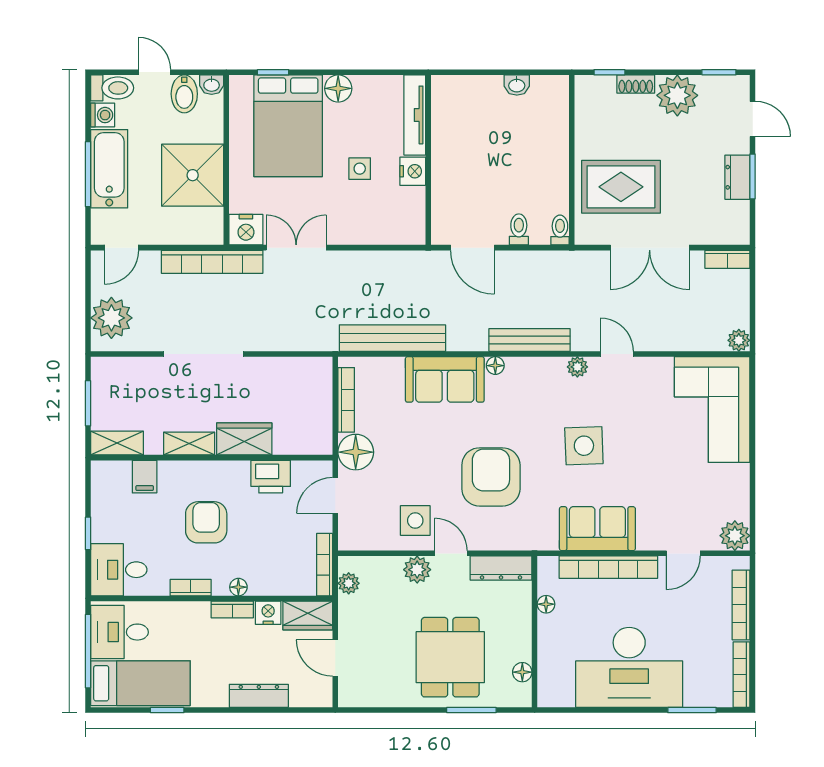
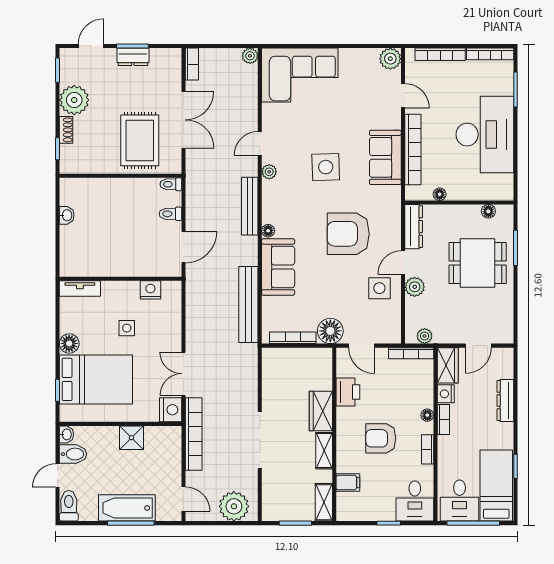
washing machine: (103, 115) -> (88, 513), removed
tv unit: (415, 115) -> (80, 289), width x0.71
nightstand: (413, 171) -> (150, 290), moved
shower: (193, 175) -> (131, 438), width x0.54, depth x0.54

